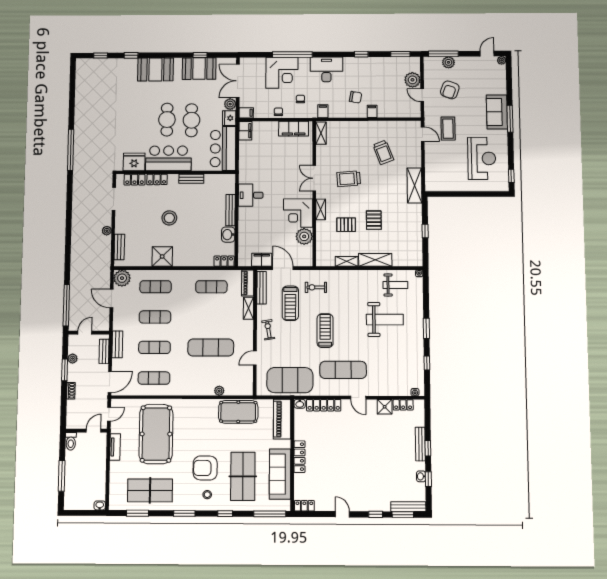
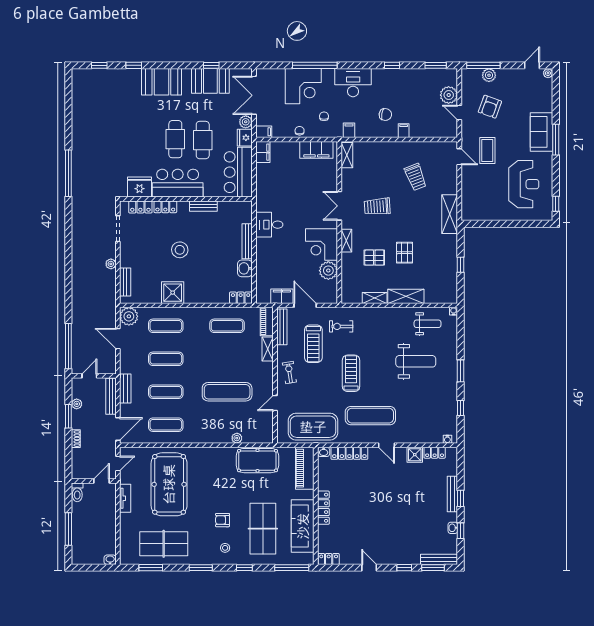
bench: (104, 351) -> (111, 396), width x1.36
armchair: (205, 468) -> (222, 520), width x0.53, depth x0.53

